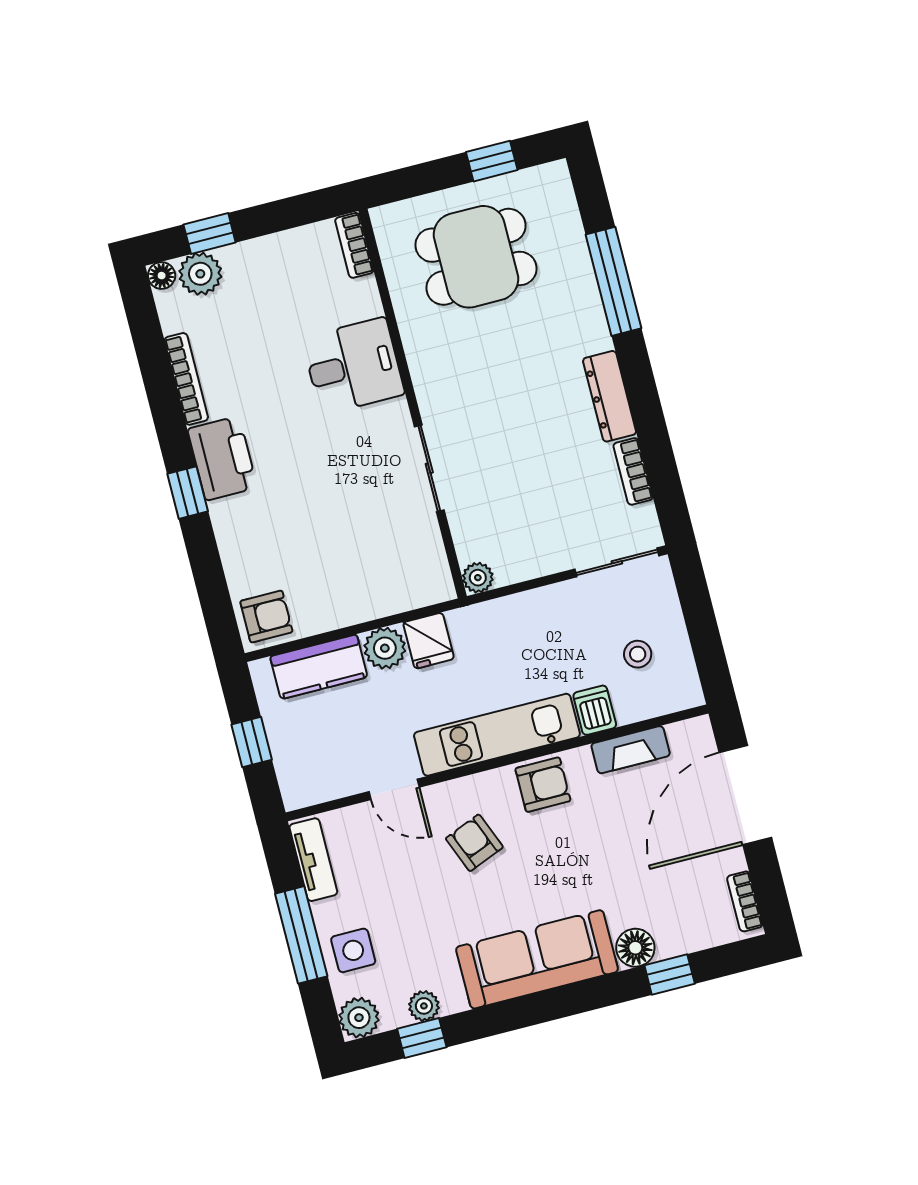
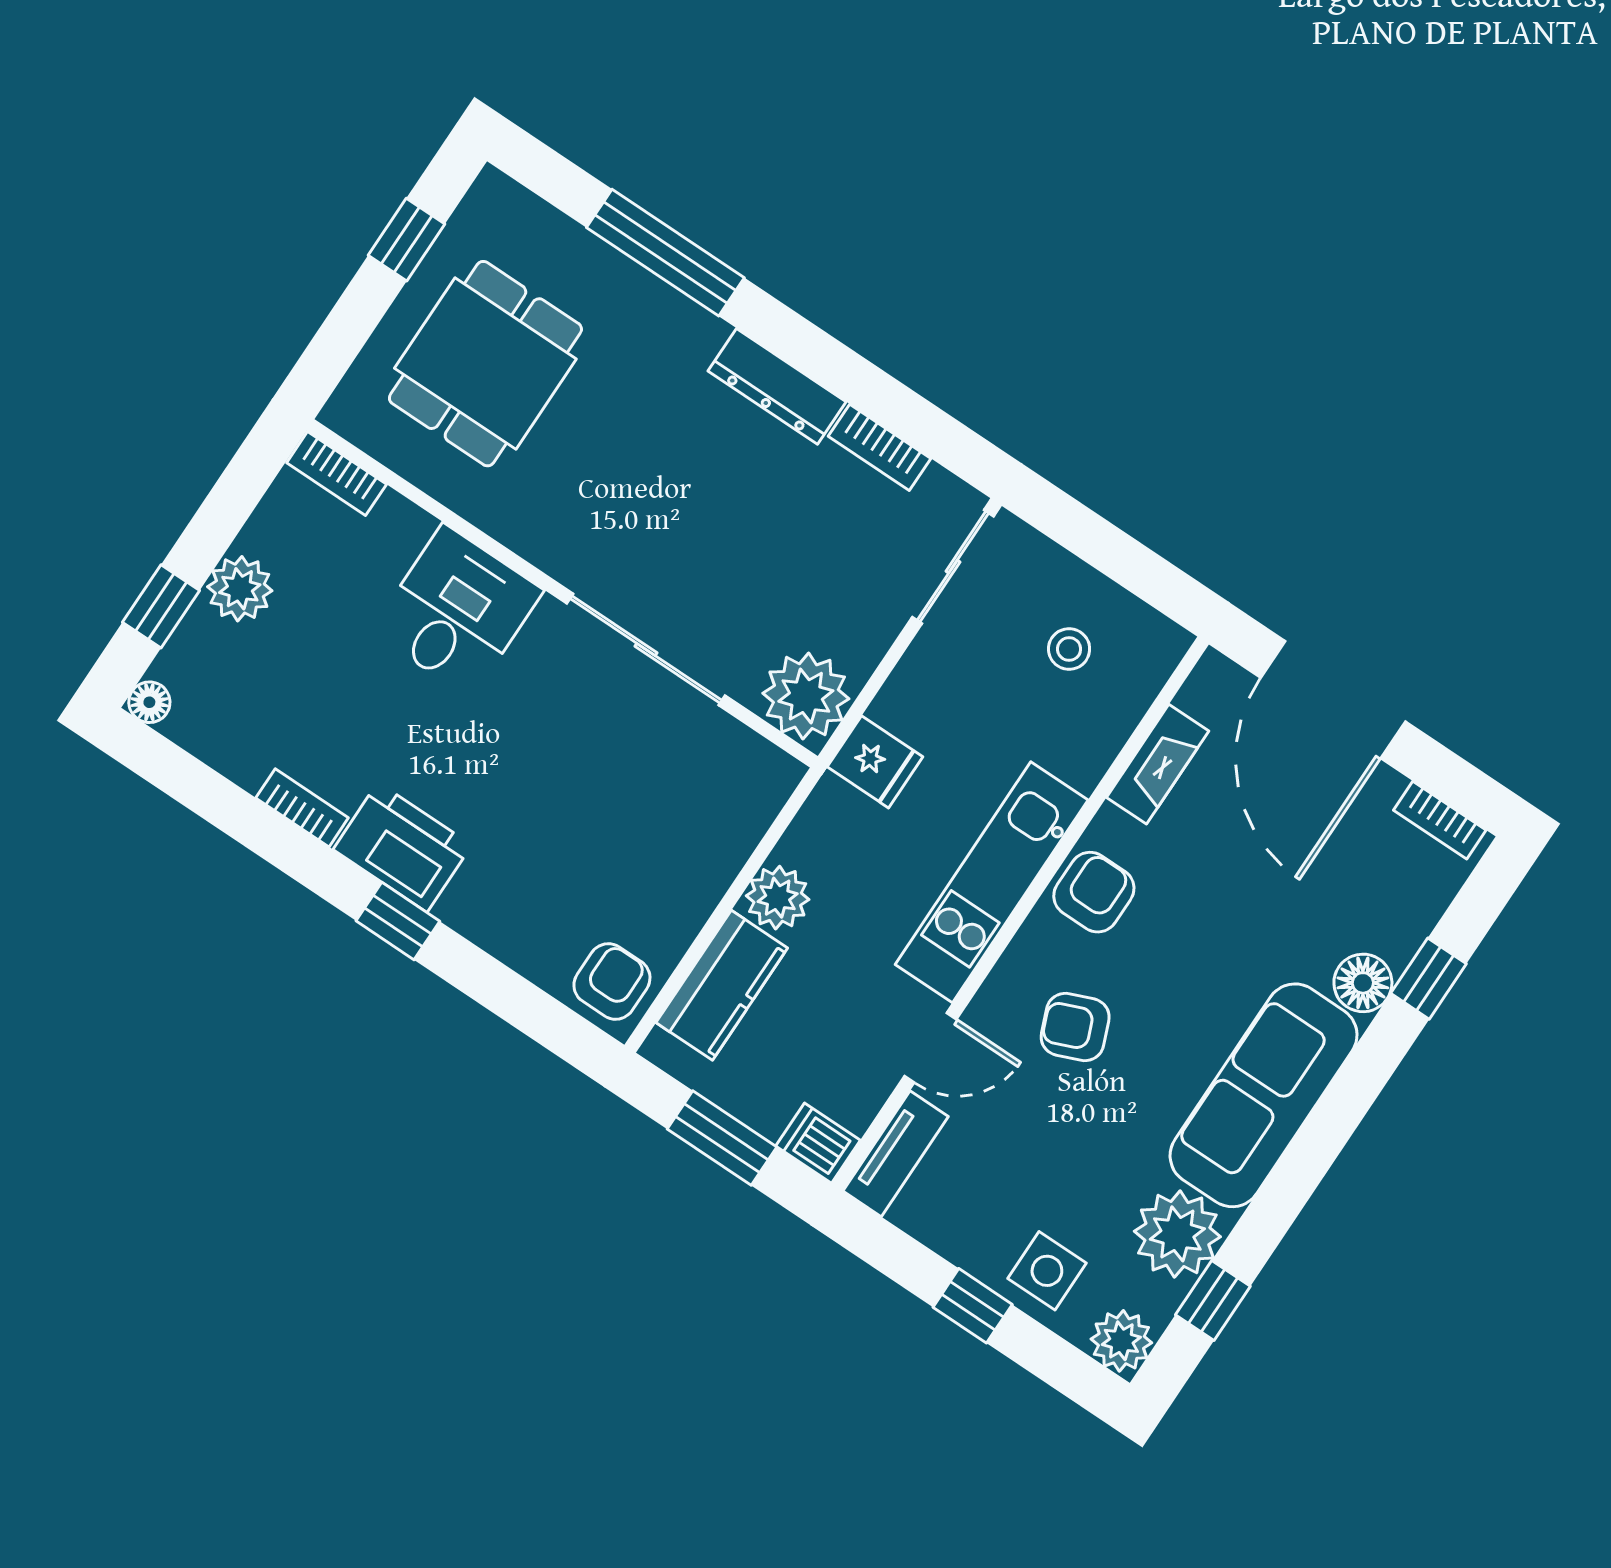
plant: (200, 274) -> (240, 589), moved
bookcase: (186, 379) -> (302, 808), width x0.64
sliding door: (429, 468) -> (646, 650), width x1.37
plant: (478, 578) -> (806, 696), width x1.88, depth x1.88
fridge: (429, 641) -> (875, 762), moved
dishwasher: (595, 710) -> (818, 1143), moved
window: (252, 742) -> (722, 1138), width x1.50
tv unit: (313, 860) -> (896, 1154), moved, turned 90
window: (301, 935) -> (973, 1306), width x0.46
plant: (424, 1006) -> (1177, 1234), width x1.87, depth x1.87

